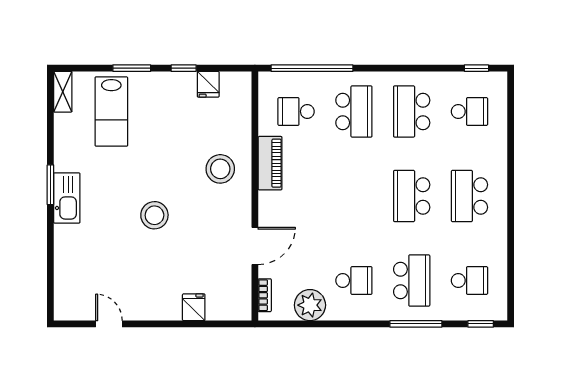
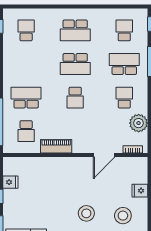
school desk: (412, 111) -> (75, 98), moved, width x0.54
stool: (220, 169) -> (123, 216), moved
door: (255, 246) -> (104, 155), swing flipped

